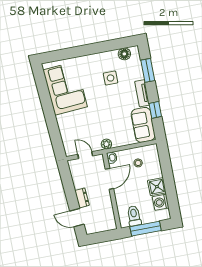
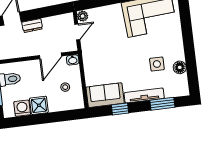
floor lamp: (124, 54) -> (180, 67), moved
tv unit: (142, 93) -> (144, 96), width x1.41
plant: (106, 144) -> (83, 16), moved
door: (109, 179) -> (50, 56), hinge flipped

